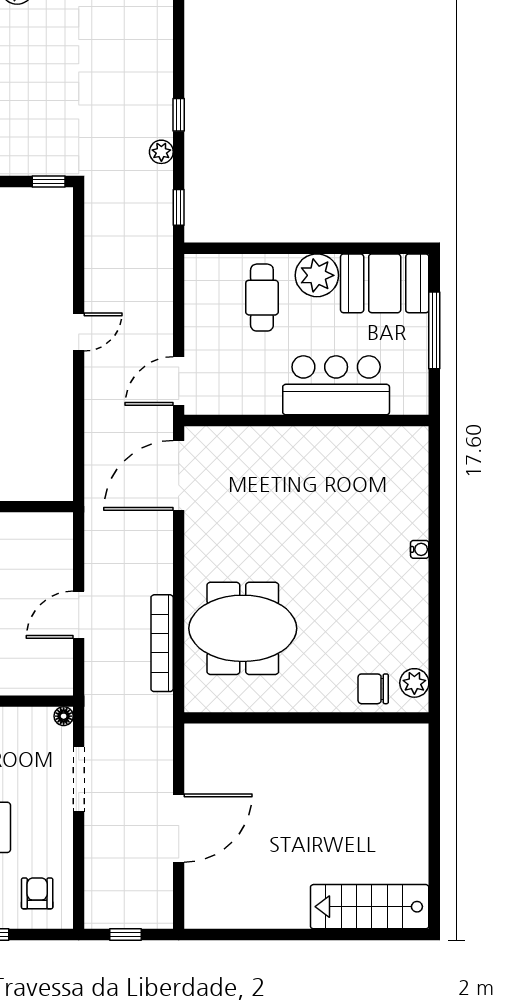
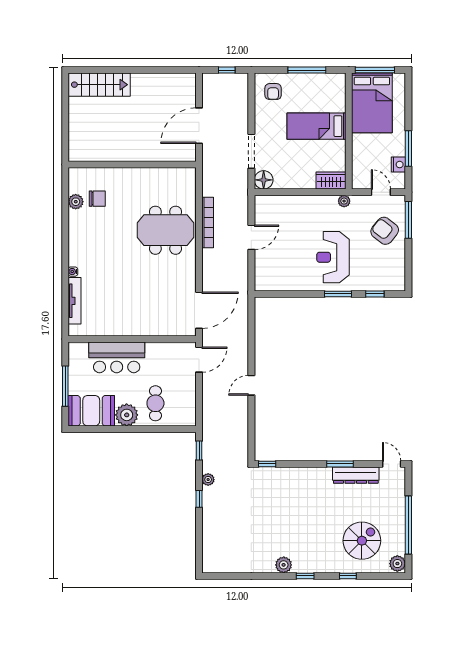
tv unit: (417, 494) -> (75, 301), added
floor lamp: (64, 716) -> (264, 180), width x1.89, depth x1.89
wall: (306, 718) -> (132, 165), moved

